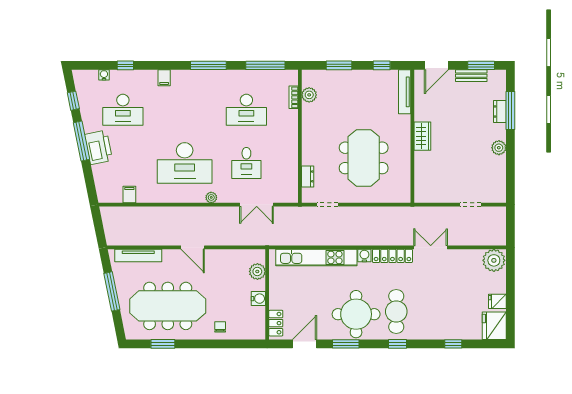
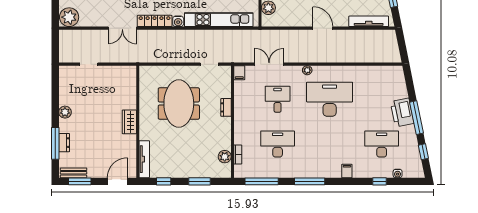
bench: (471, 76) -> (73, 173), moved
dresser: (308, 176) -> (226, 107), moved
filing cabinet: (129, 194) -> (239, 73), moved

